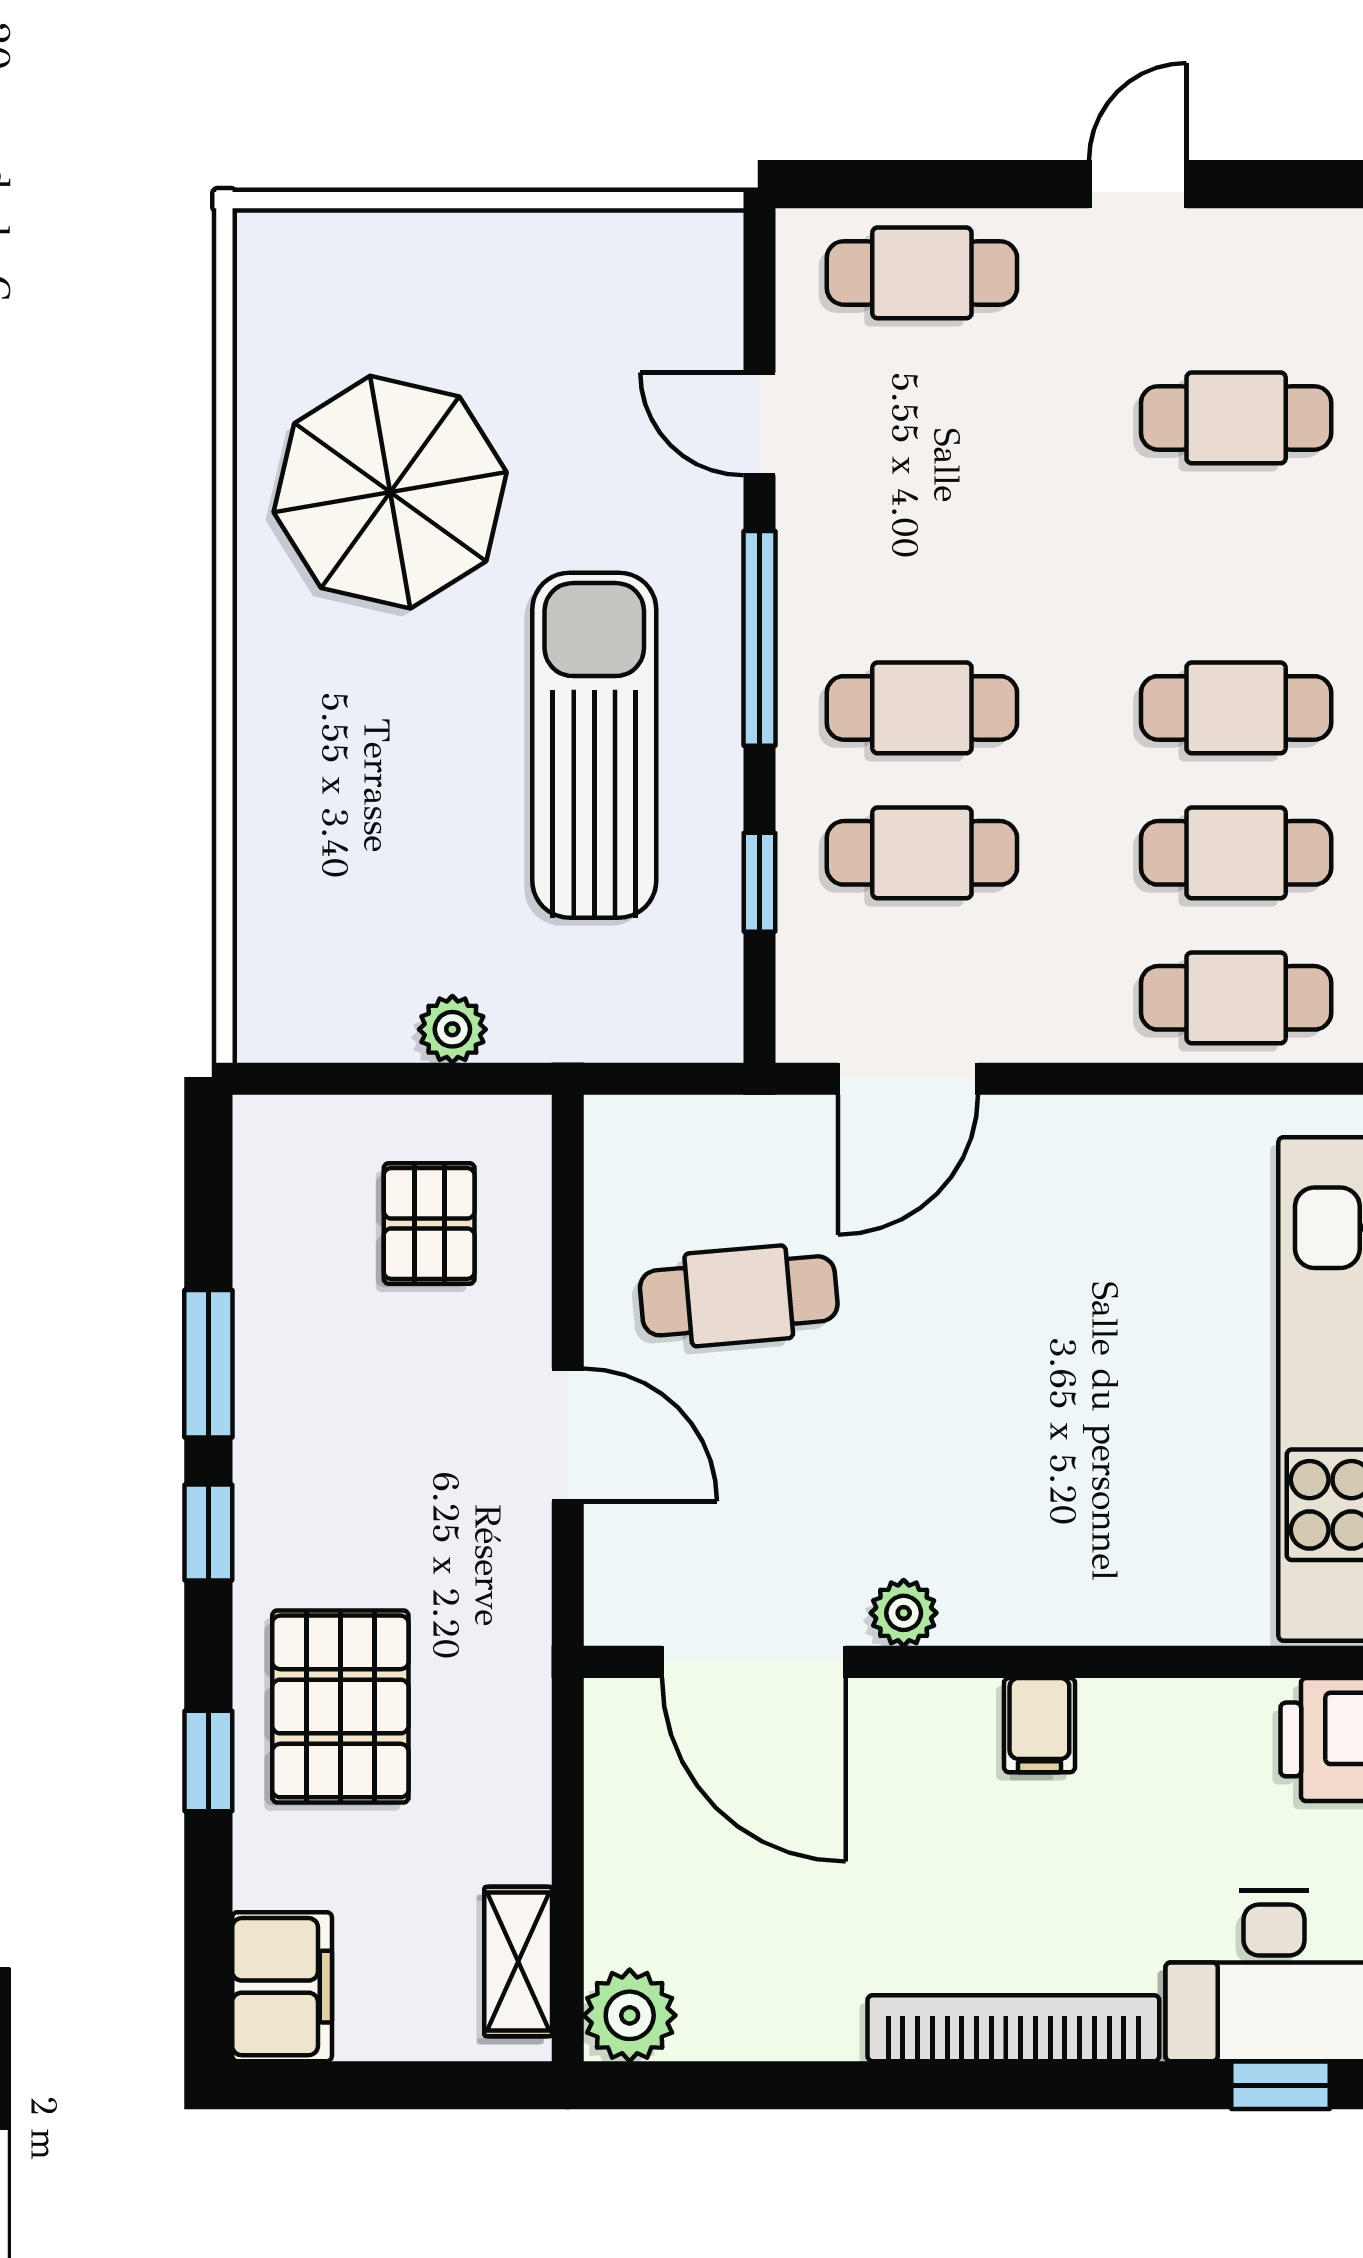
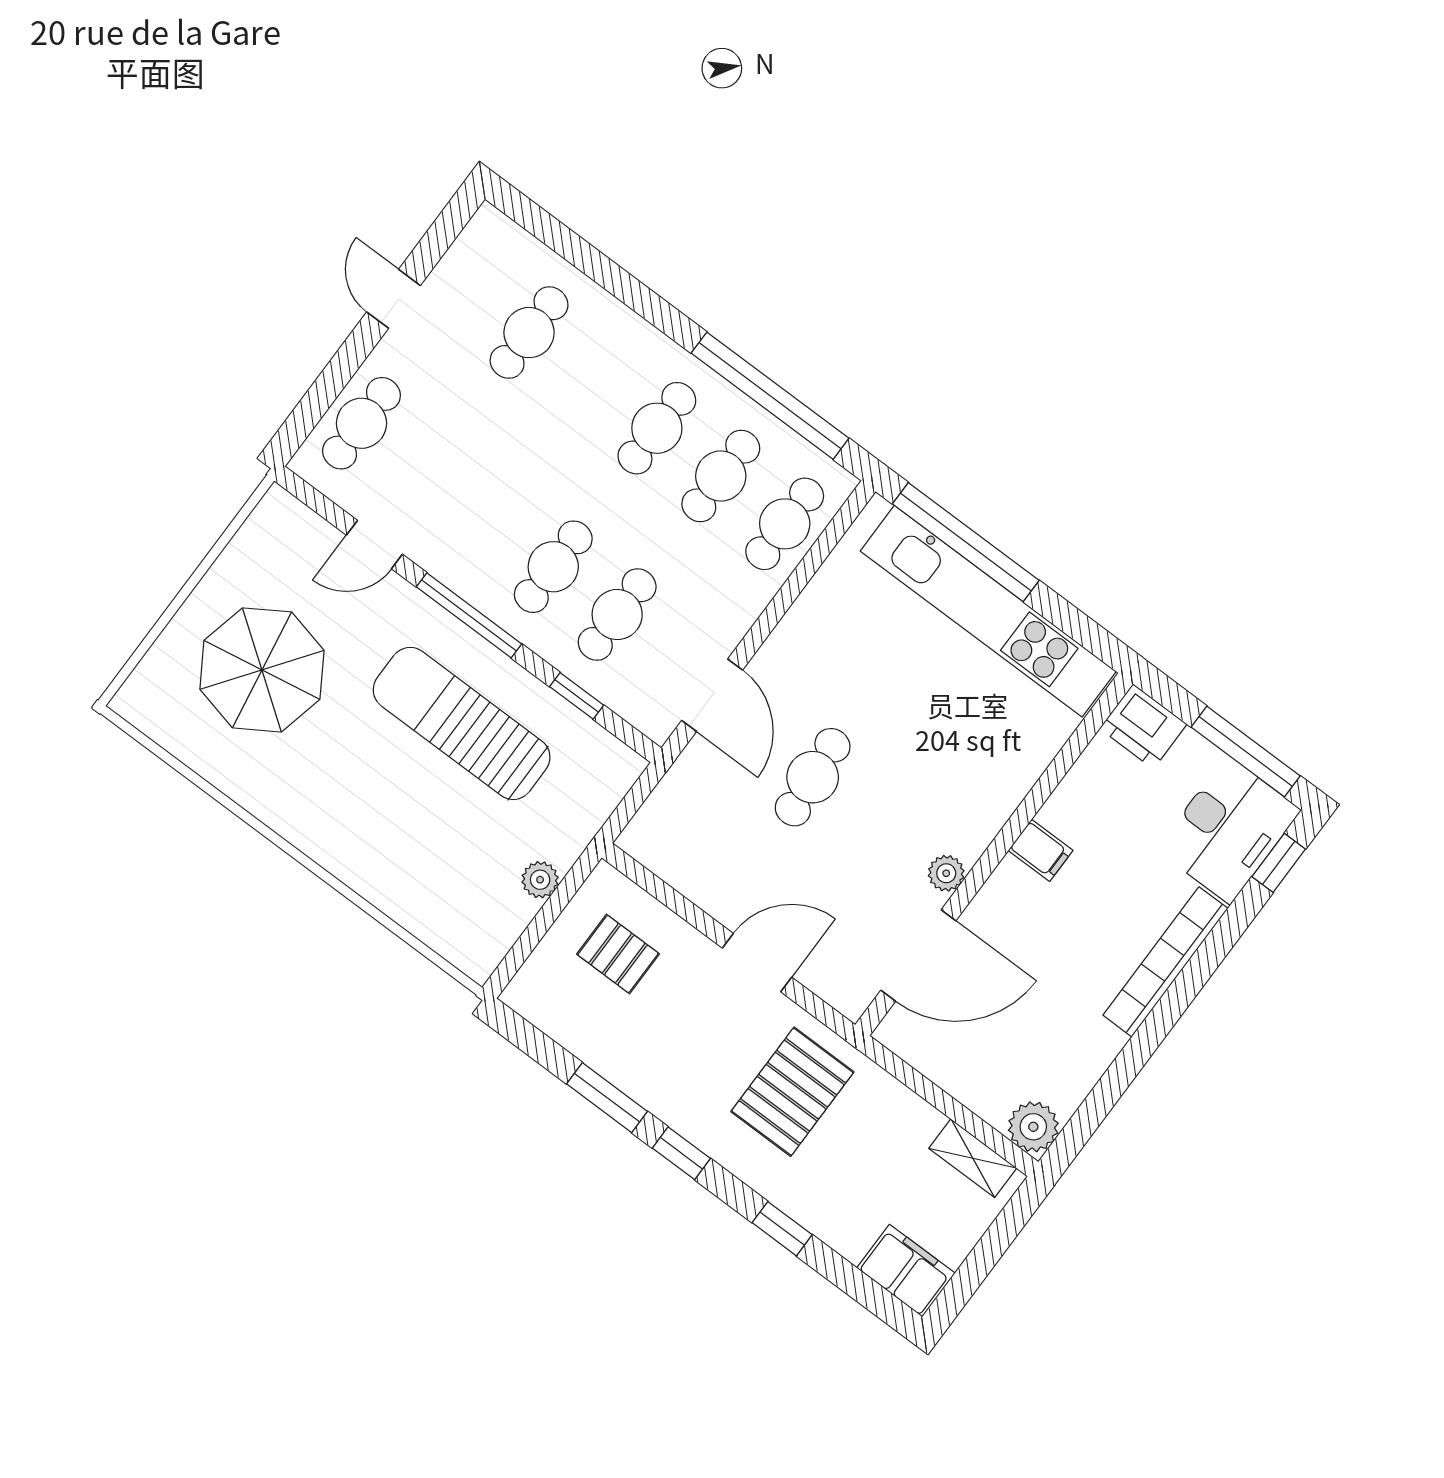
parasol: (390, 492) -> (262, 670), moved
cafe table: (739, 1296) -> (813, 777), moved
pallet: (340, 1706) -> (792, 1092), moved, turned 90

